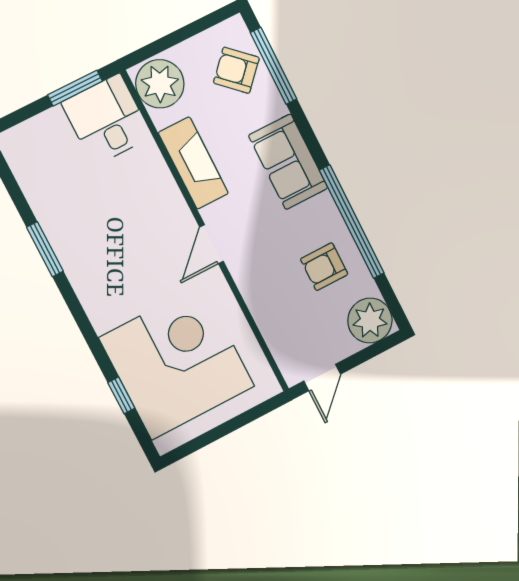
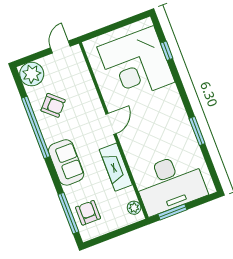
armchair: (236, 70) -> (88, 213), turned -133
plant: (160, 84) -> (134, 208), width x0.53, depth x0.53
desk: (107, 120) -> (170, 184), width x1.87, depth x1.30
armchair: (324, 267) -> (53, 105), turned 42

